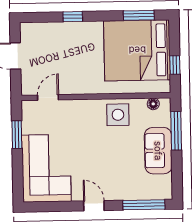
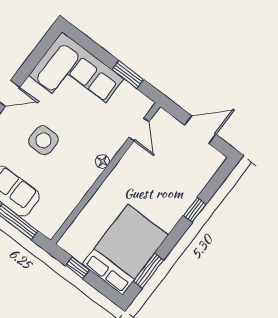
bed: (137, 50) -> (125, 250), width x0.73
floor lamp: (153, 104) -> (102, 162), moved
side table: (118, 115) -> (43, 140), moved

